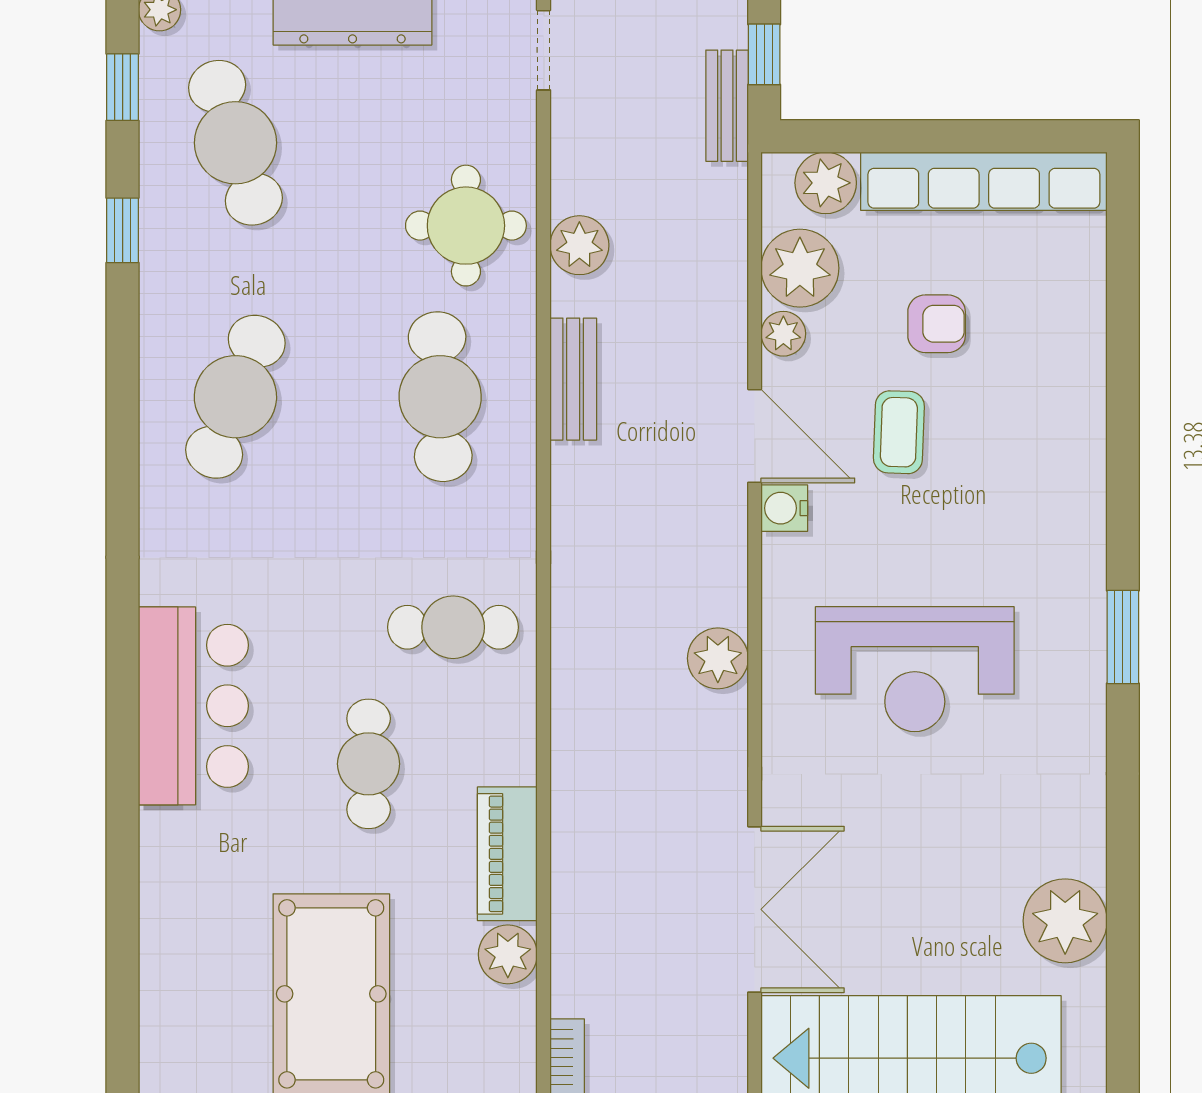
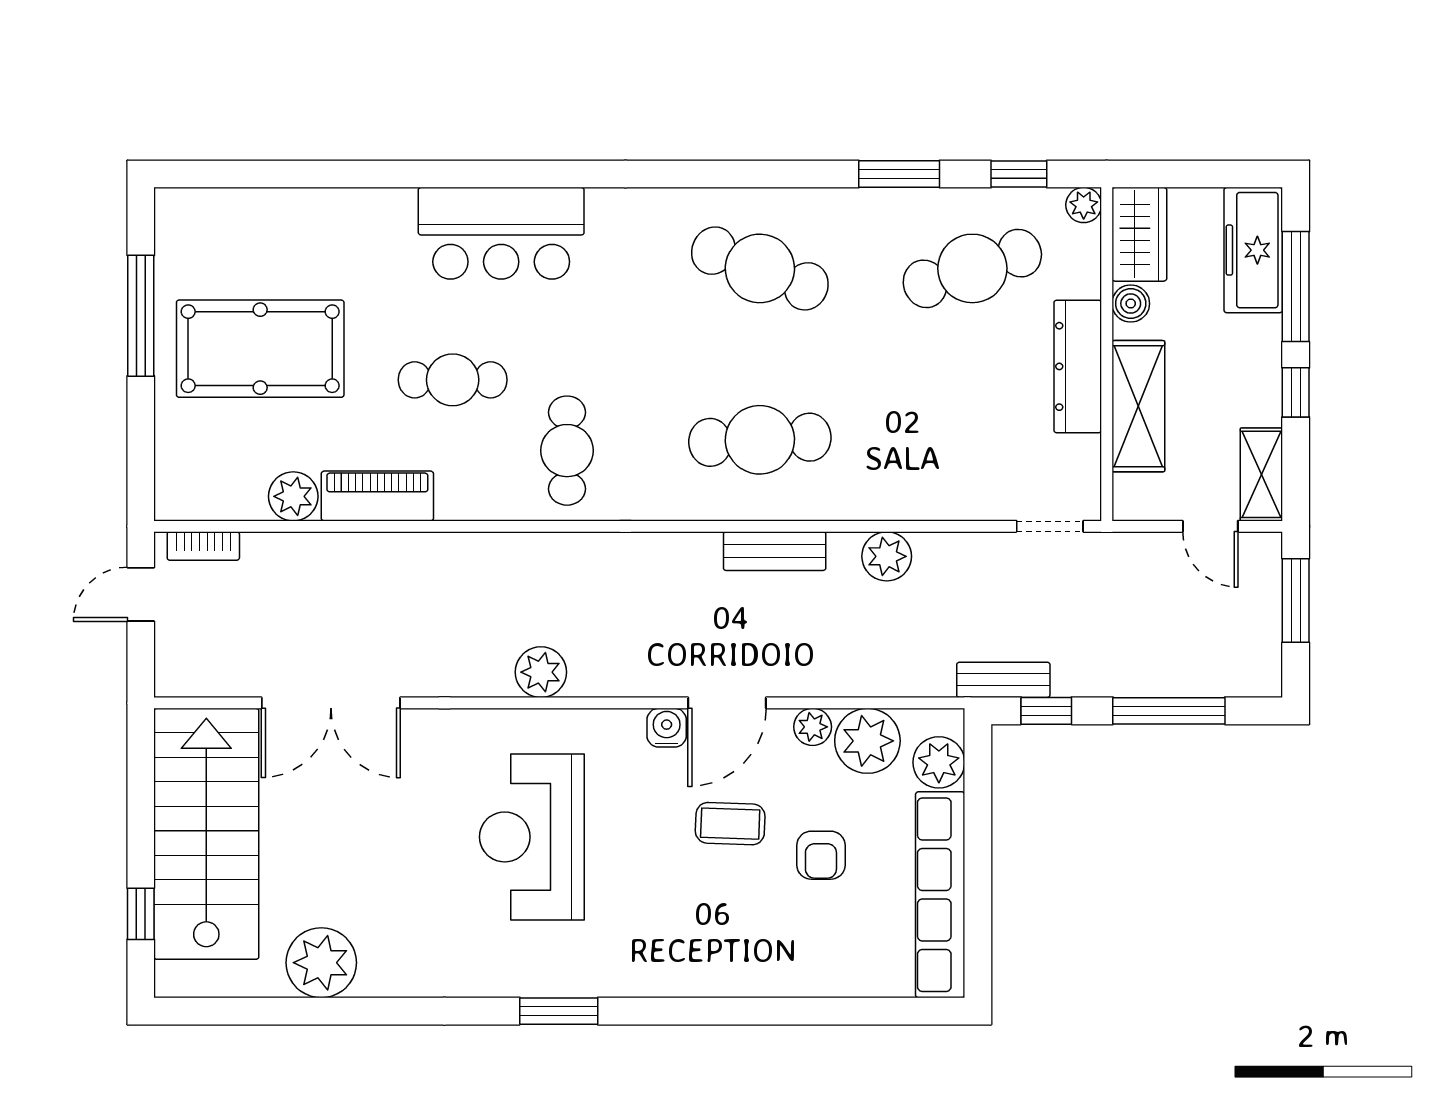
round table: (466, 226) -> (903, 461), removed
window: (123, 230) -> (899, 174), width x1.50

